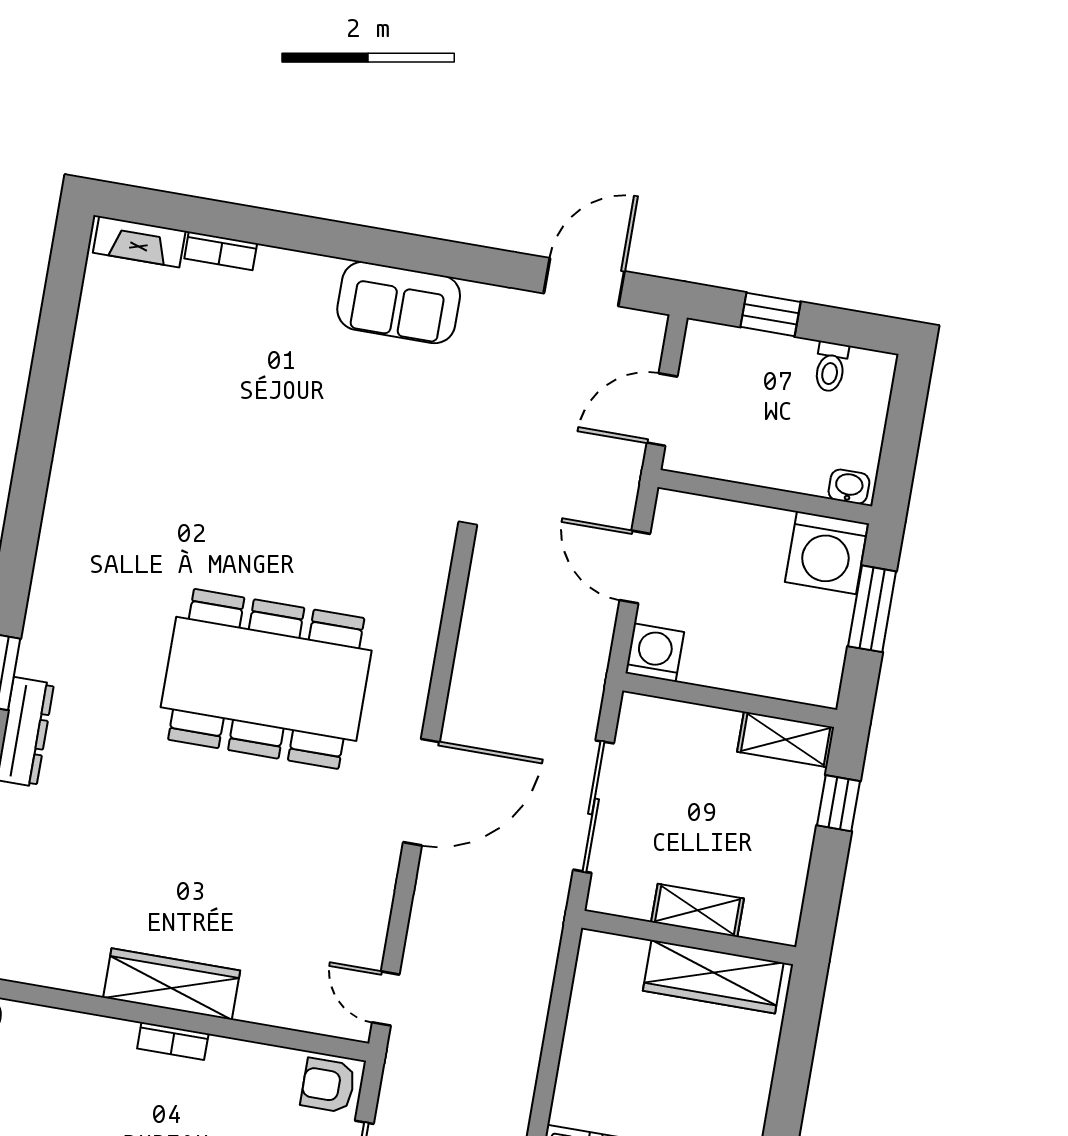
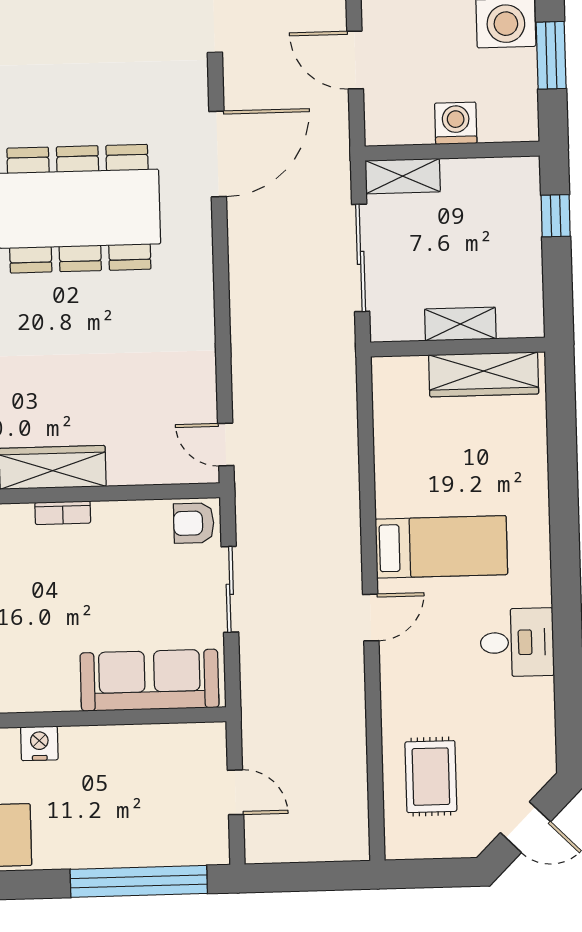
washing machine: (655, 653) -> (456, 123), moved
shelving: (786, 739) -> (403, 176), moved
door: (421, 792) -> (218, 154), moved

